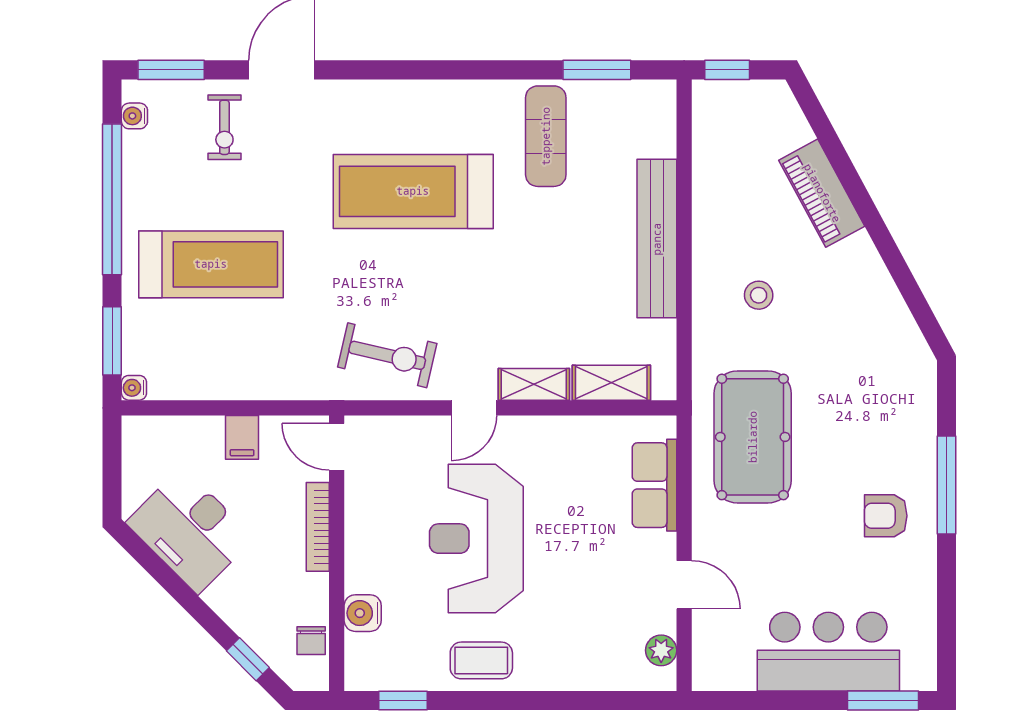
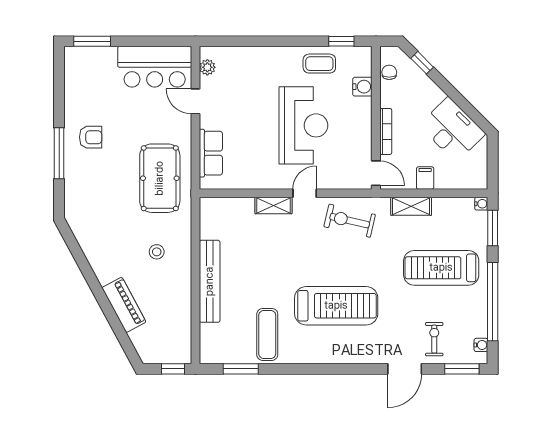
shelving: (611, 383) -> (411, 206), moved
bar counter: (828, 652) -> (155, 67), moved
coffee table: (481, 660) -> (319, 64), moved

